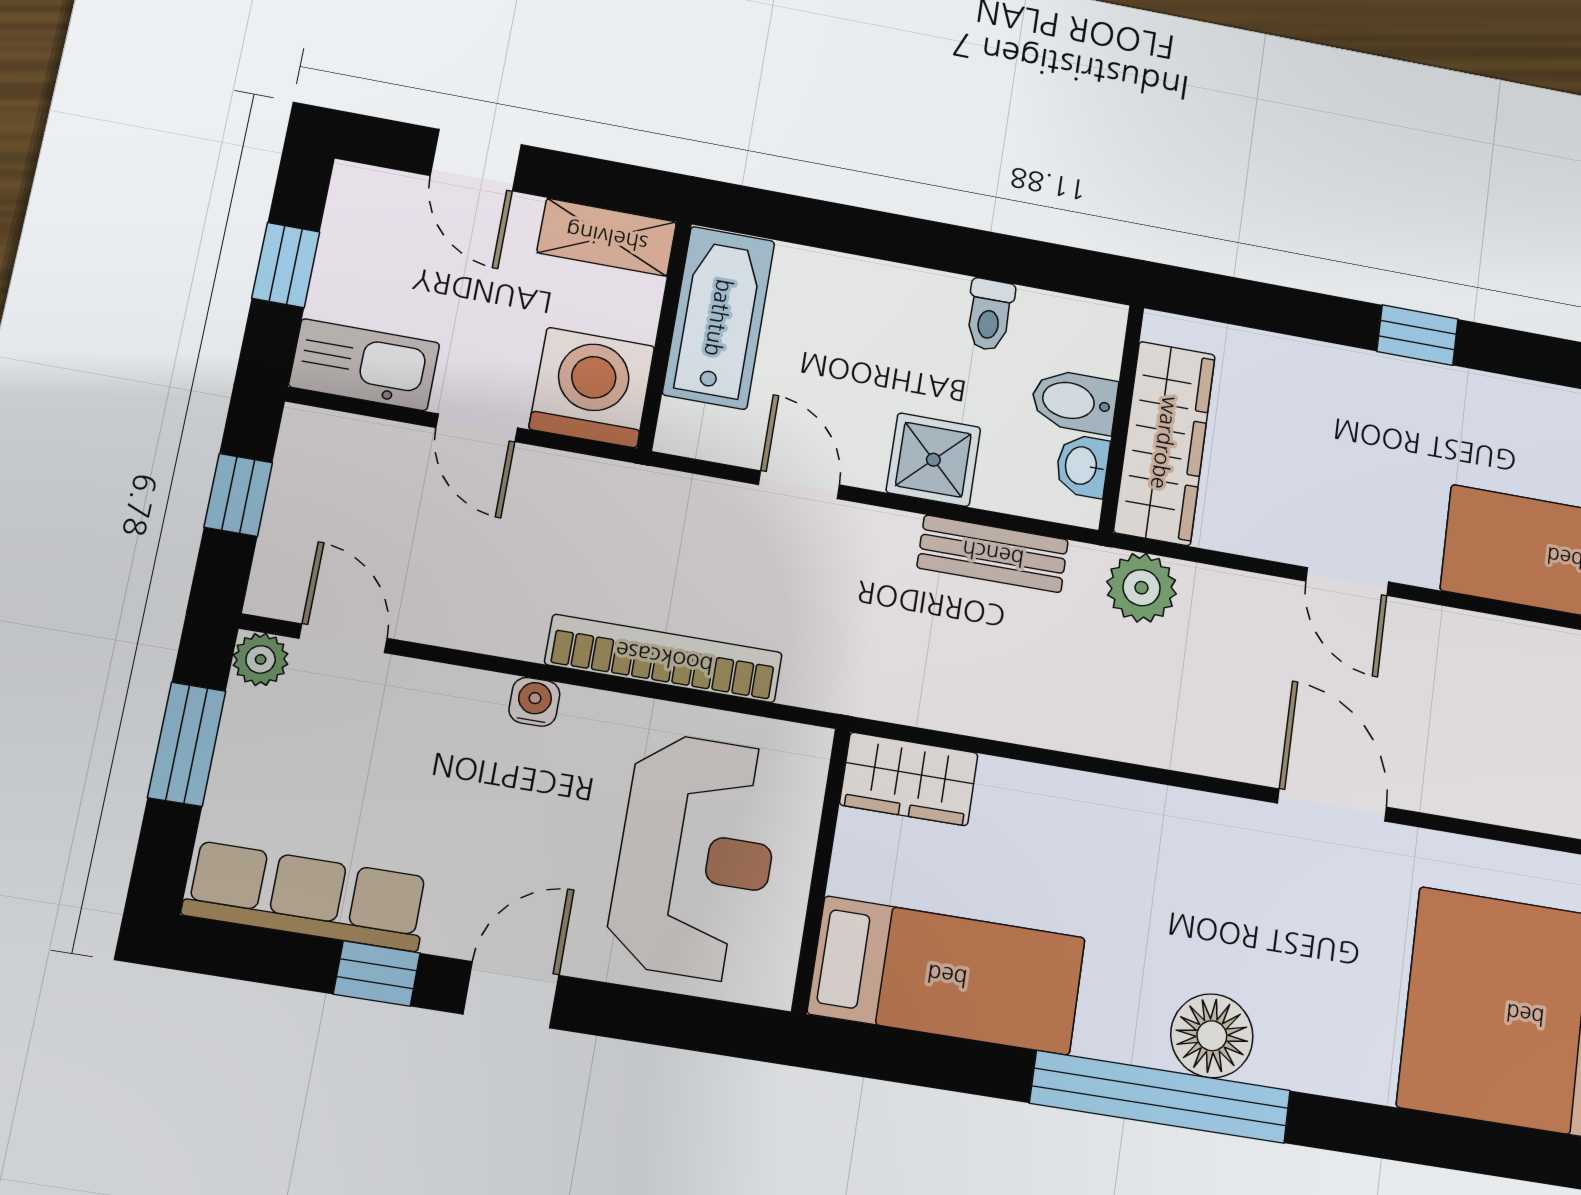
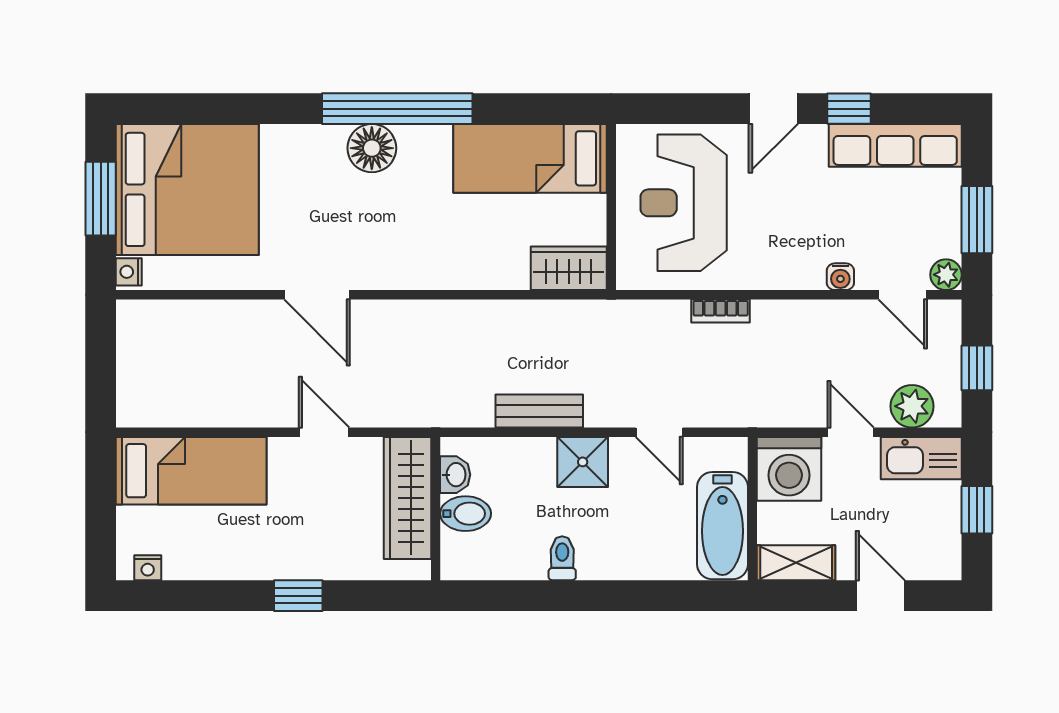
bidet: (1074, 401) -> (466, 514), moved
wall: (1121, 418) -> (436, 509), moved
wardrobe: (1165, 443) -> (407, 498), moved
washbasin: (1082, 466) -> (455, 475), moved
plant: (1142, 588) -> (912, 406), moved
bookcase: (664, 658) -> (721, 311), width x0.43, depth x0.76
water cooler: (534, 702) -> (840, 277), moved

